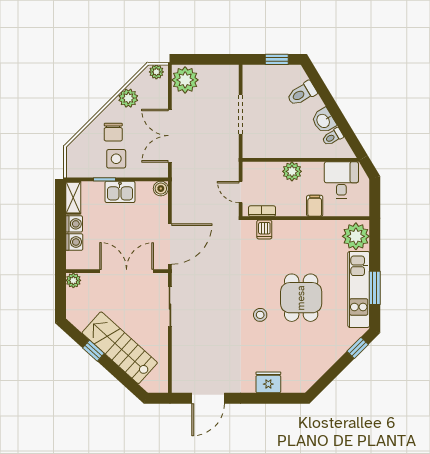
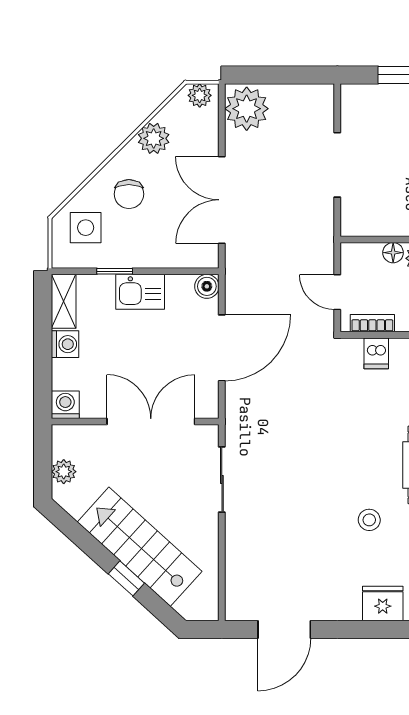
side table: (116, 159) -> (86, 228), moved
floor lamp: (275, 168) -> (393, 253), added
washing machine: (74, 242) -> (65, 405), moved, turned -90
door: (170, 244) -> (222, 348), moved
plant: (73, 280) -> (64, 472), moved
stool: (260, 315) -> (369, 520), moved
window: (93, 351) -> (126, 578), moved

